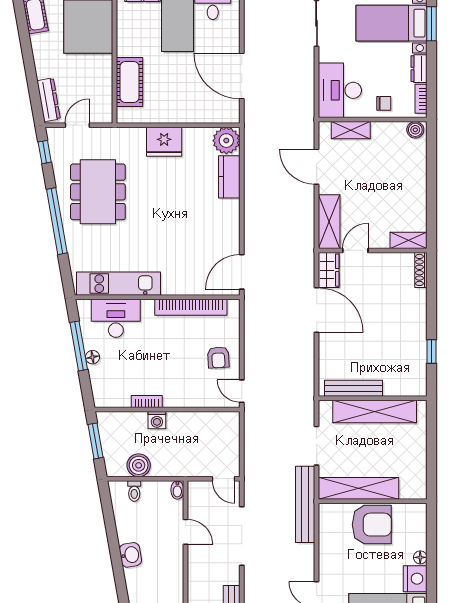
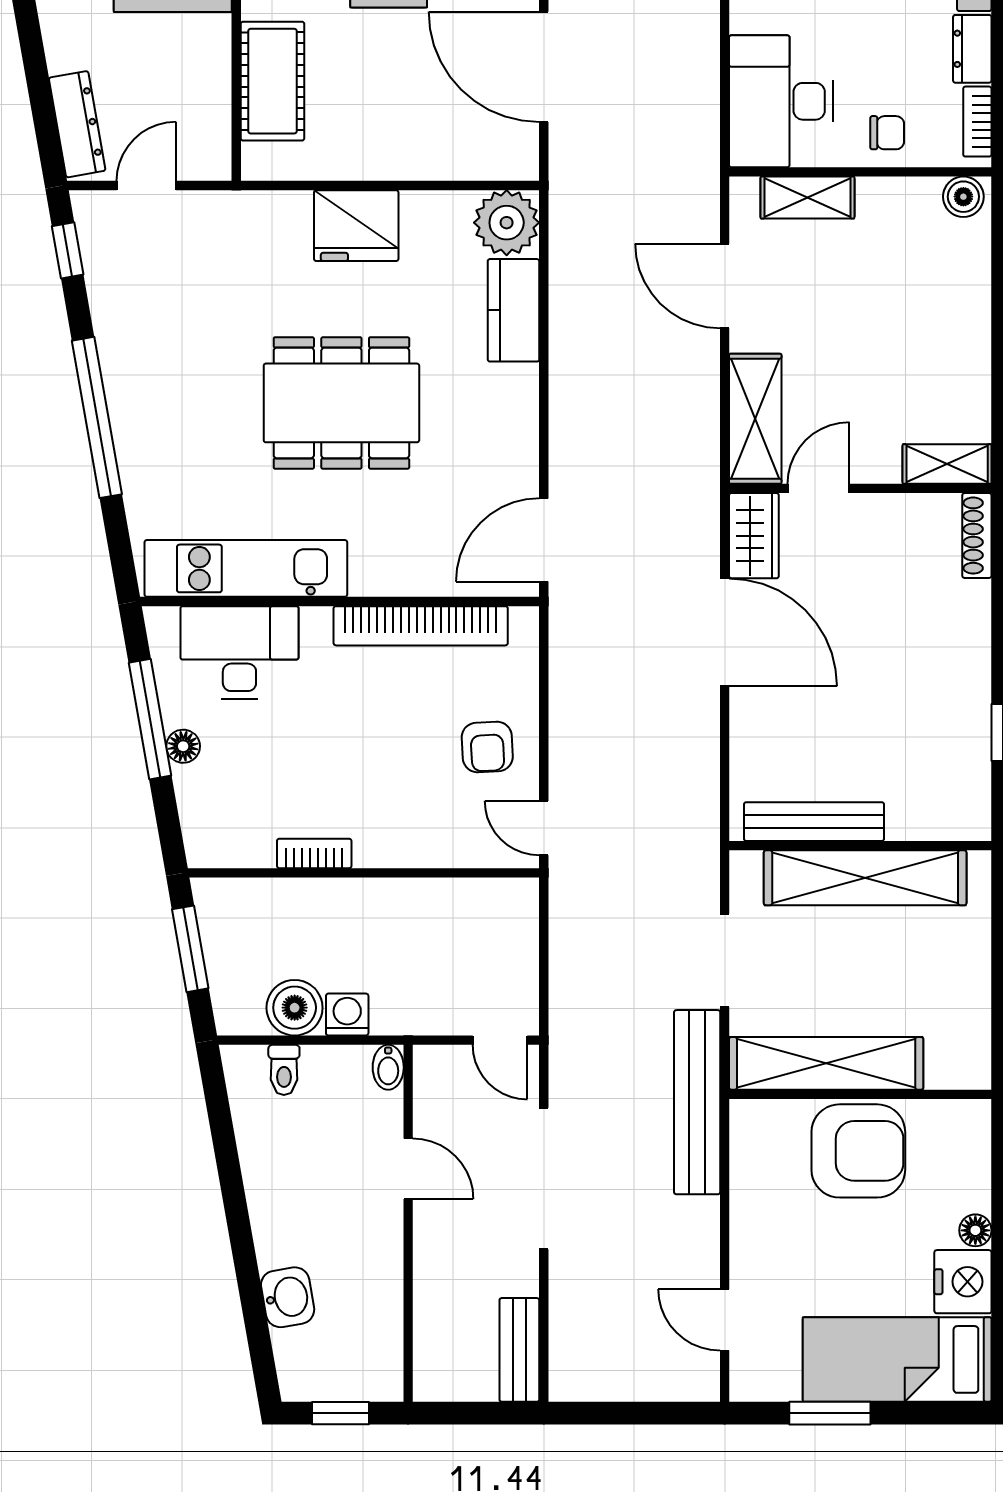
dining table: (98, 192) -> (341, 403), moved, turned 90
washing machine: (157, 420) -> (347, 1015), moved, turned 180
washbasin: (130, 555) -> (288, 1297), moved

